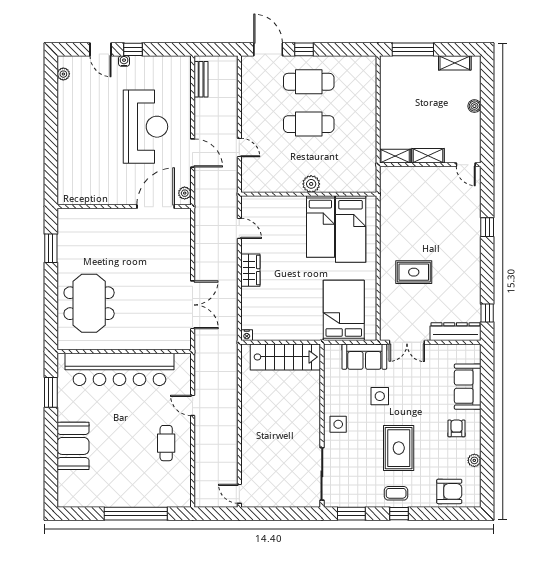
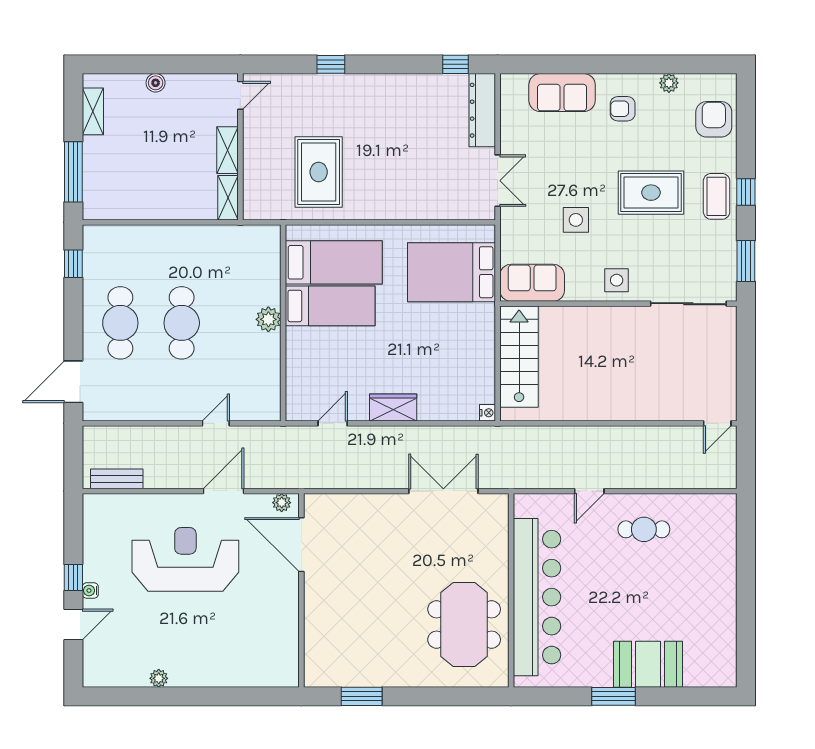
window: (304, 49) -> (73, 264), moved
plant: (63, 74) -> (159, 678), moved
rug: (414, 272) -> (319, 172), moved, width x1.36, depth x1.43
meeting table: (89, 303) -> (464, 624), moved, turned 90
sofa: (364, 357) -> (532, 283), moved, turned -90
window: (51, 392) -> (613, 696), moved
coffee table: (396, 493) -> (717, 196), width x1.36, depth x1.30
window: (136, 514) -> (746, 573), removed

